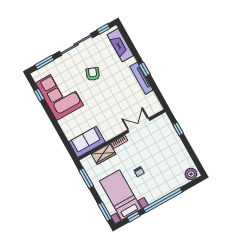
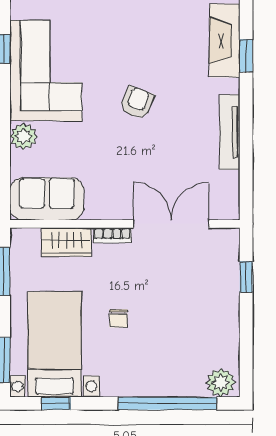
window: (145, 69) -> (246, 56), moved
armchair: (93, 74) -> (137, 103), moved
plant: (65, 123) -> (23, 136), added
double door: (139, 125) -> (171, 224), width x1.37
window: (163, 200) -> (167, 403), moved

